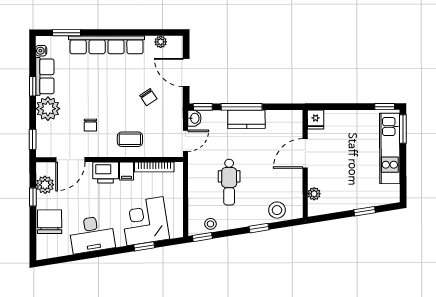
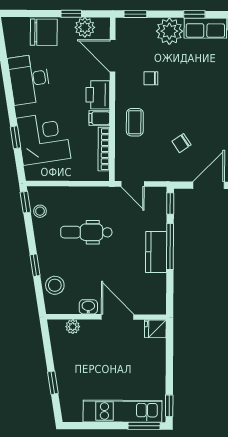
washbasin: (194, 118) -> (88, 307), moved, turned 180

